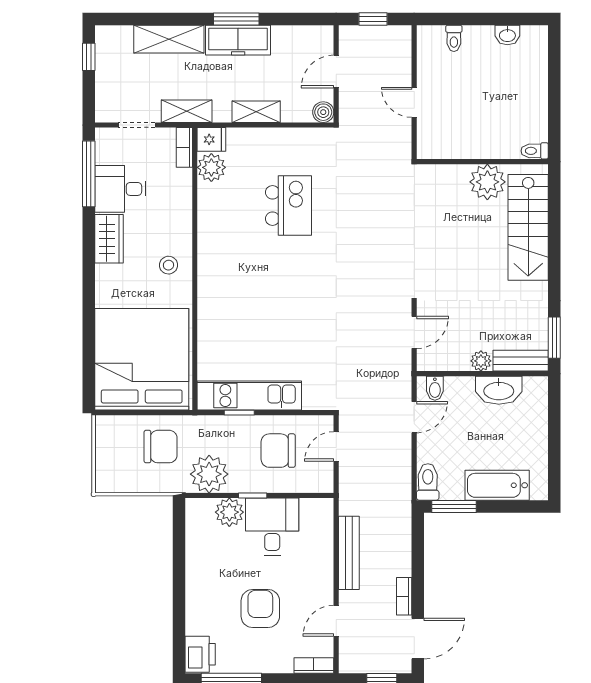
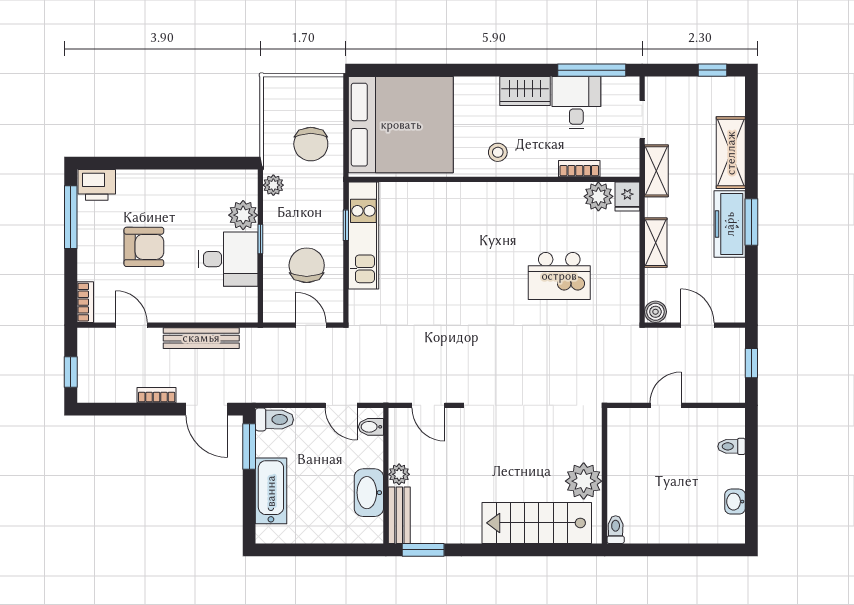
bookcase: (184, 147) -> (579, 169), moved
plant: (209, 474) -> (273, 185), width x0.53, depth x0.53
door: (418, 639) -> (207, 409), moved

